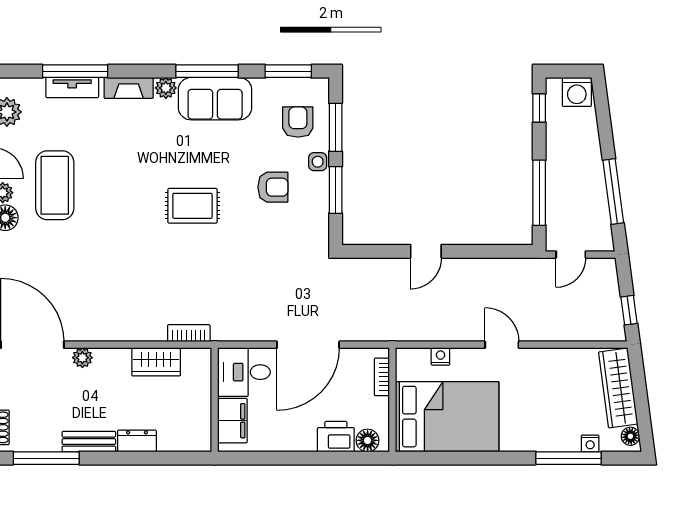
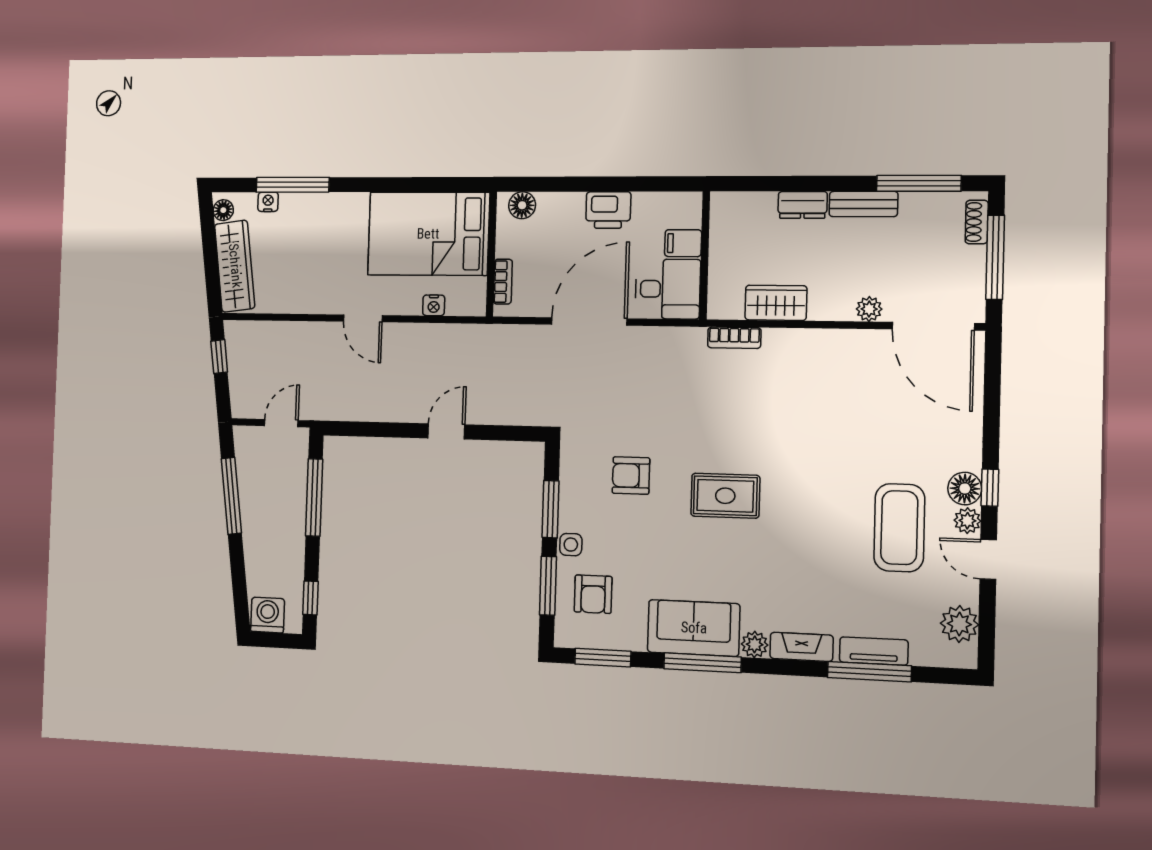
armchair: (273, 187) -> (631, 476), moved
filing cabinet: (232, 421) -> (683, 243), width x0.50
printer: (336, 437) -> (608, 210), moved

